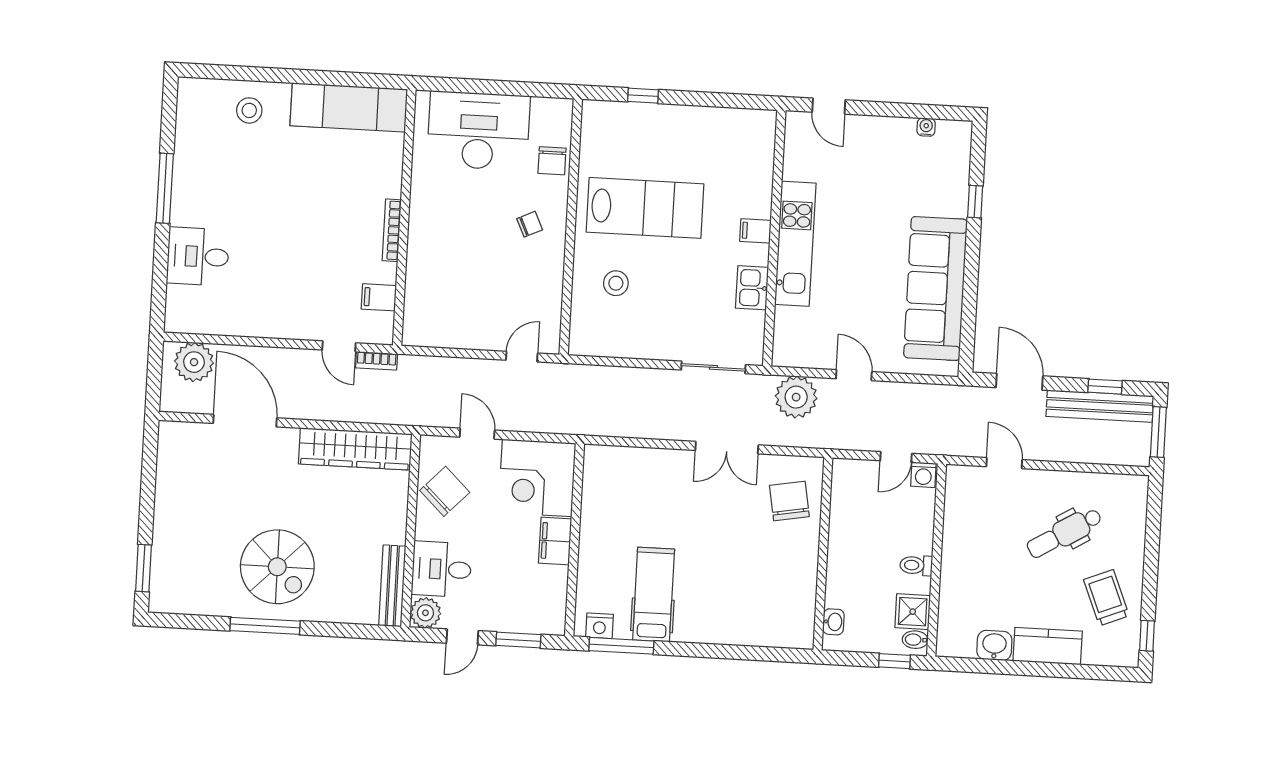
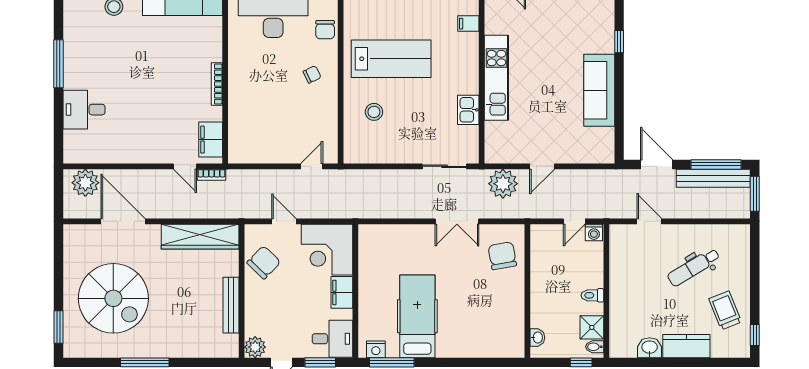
filing cabinet: (755, 231) -> (468, 24), moved
sofa: (936, 288) -> (599, 90), width x0.74, depth x0.79
filing cabinet: (379, 297) -> (211, 140), width x2.00
door: (854, 375) -> (542, 166), swing flipped
window: (1105, 387) -> (716, 164), width x2.17
spiral stairs: (277, 567) -> (113, 298), moved, width x1.37, depth x1.37
desk: (442, 569) -> (332, 339), moved, turned 180
bench: (392, 586) -> (231, 305), moved
hospital bed: (654, 595) -> (417, 316), width x1.37, depth x1.29

